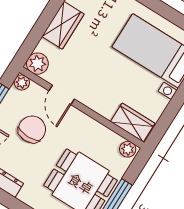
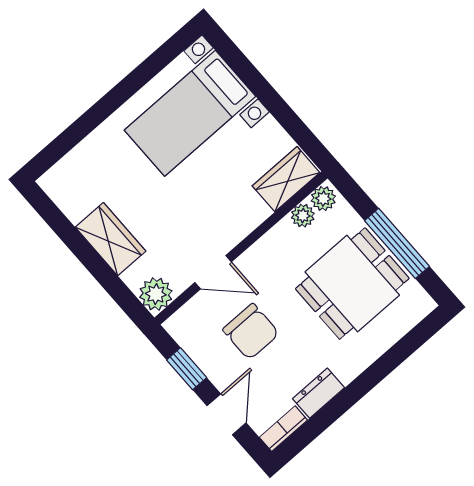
plant: (22, 83) -> (303, 216), moved
chair: (32, 129) -> (251, 332), turned 180

